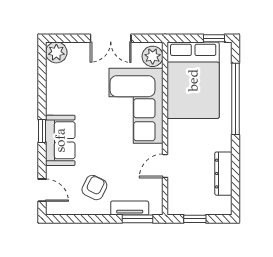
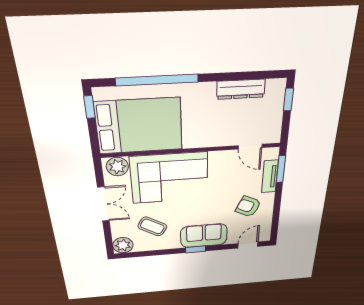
coffee table: (78, 85) -> (152, 226), added
door: (165, 166) -> (250, 147), moved
window: (195, 219) -> (288, 100), moved

